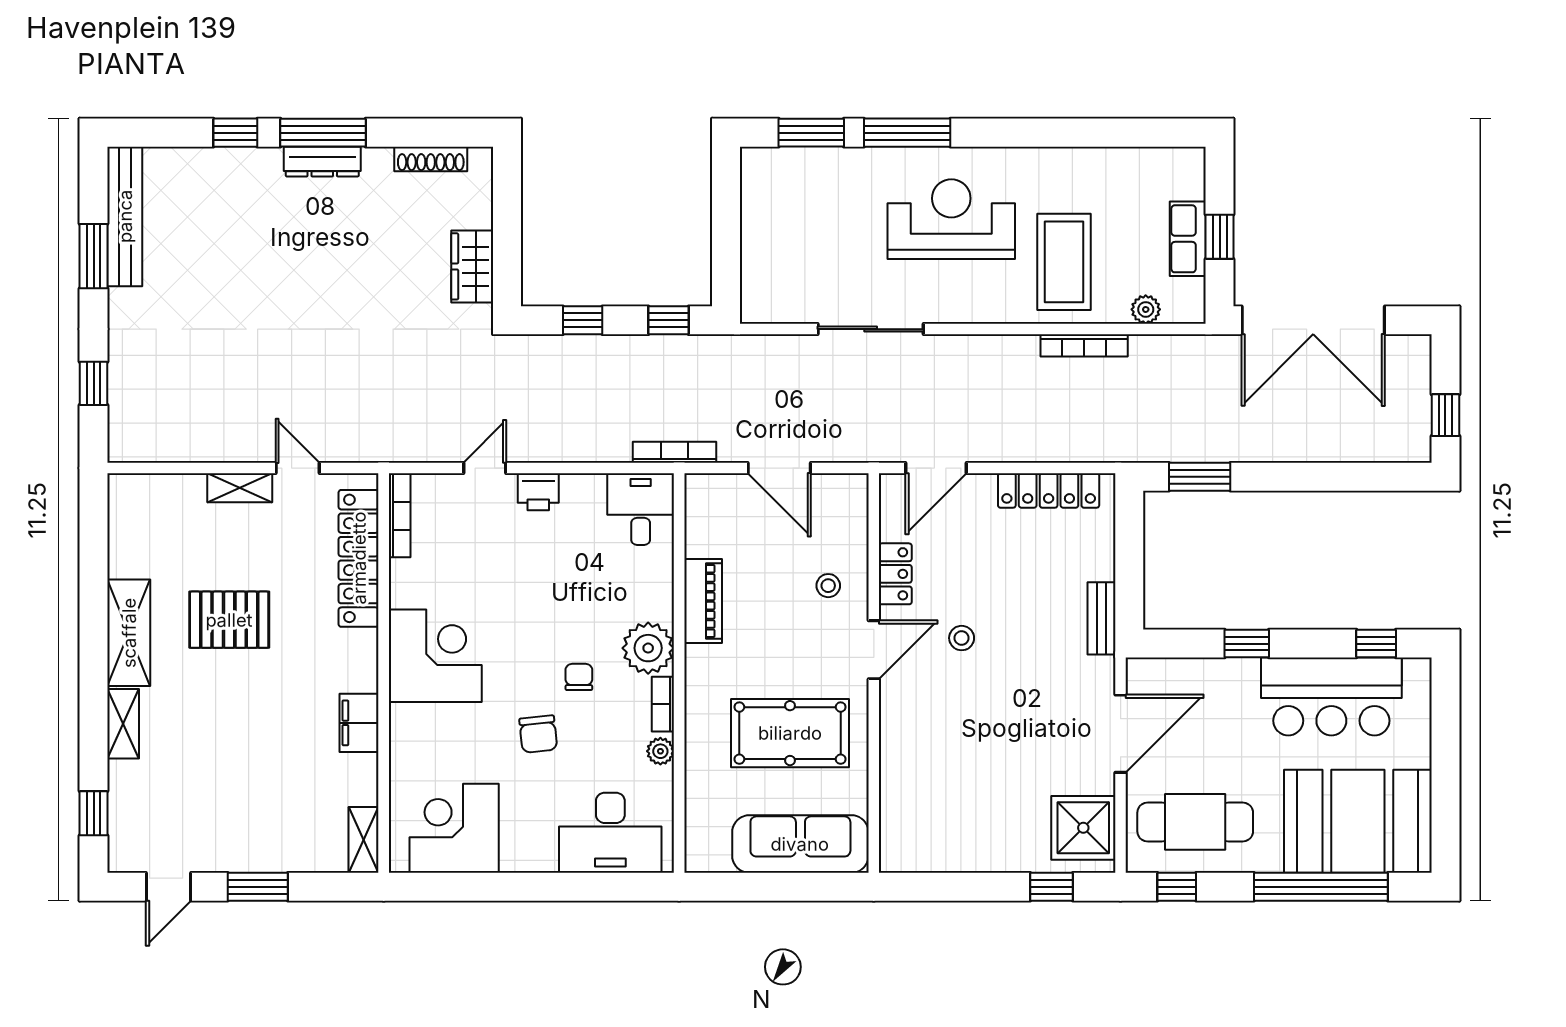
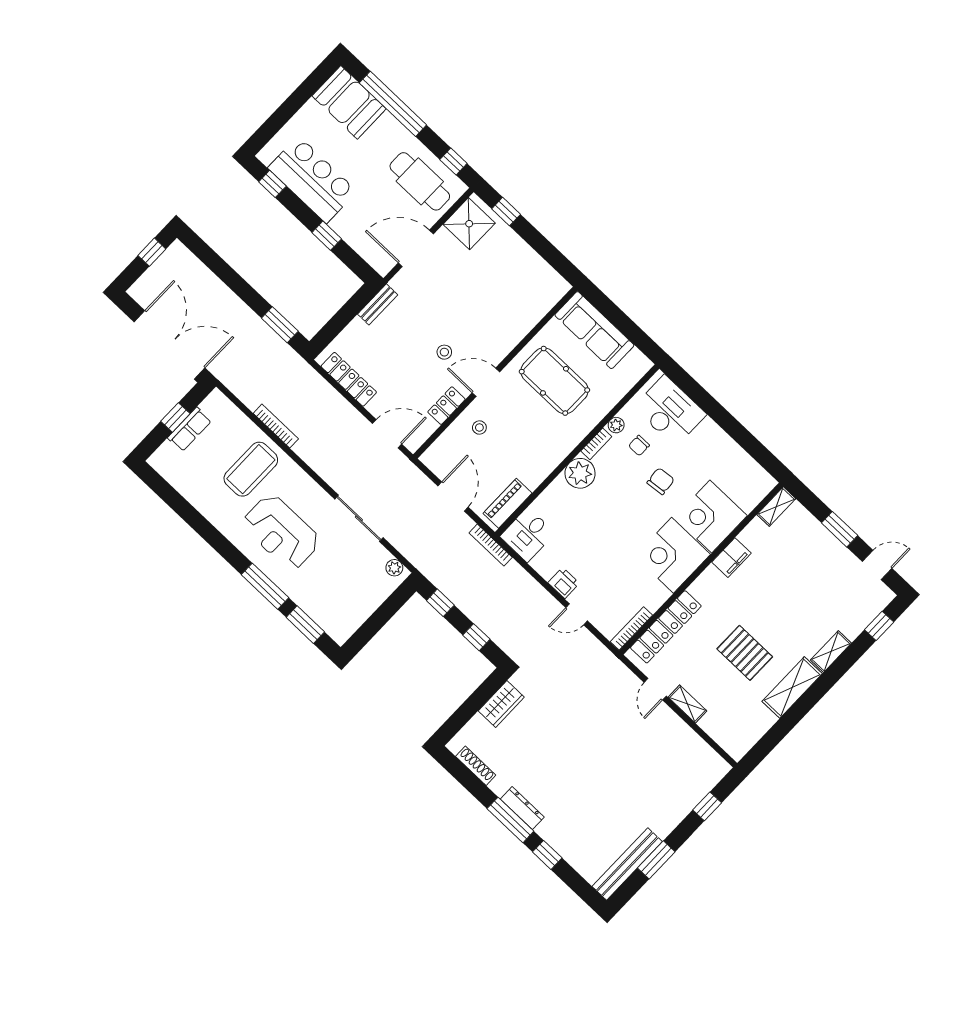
plant: (1146, 309) -> (394, 568), moved
piano: (703, 601) -> (508, 503), moved
chair: (579, 677) -> (639, 446), moved
booth: (1358, 821) -> (349, 102), width x0.73, depth x0.70
corner desk: (454, 828) -> (711, 517), moved, turned 90

